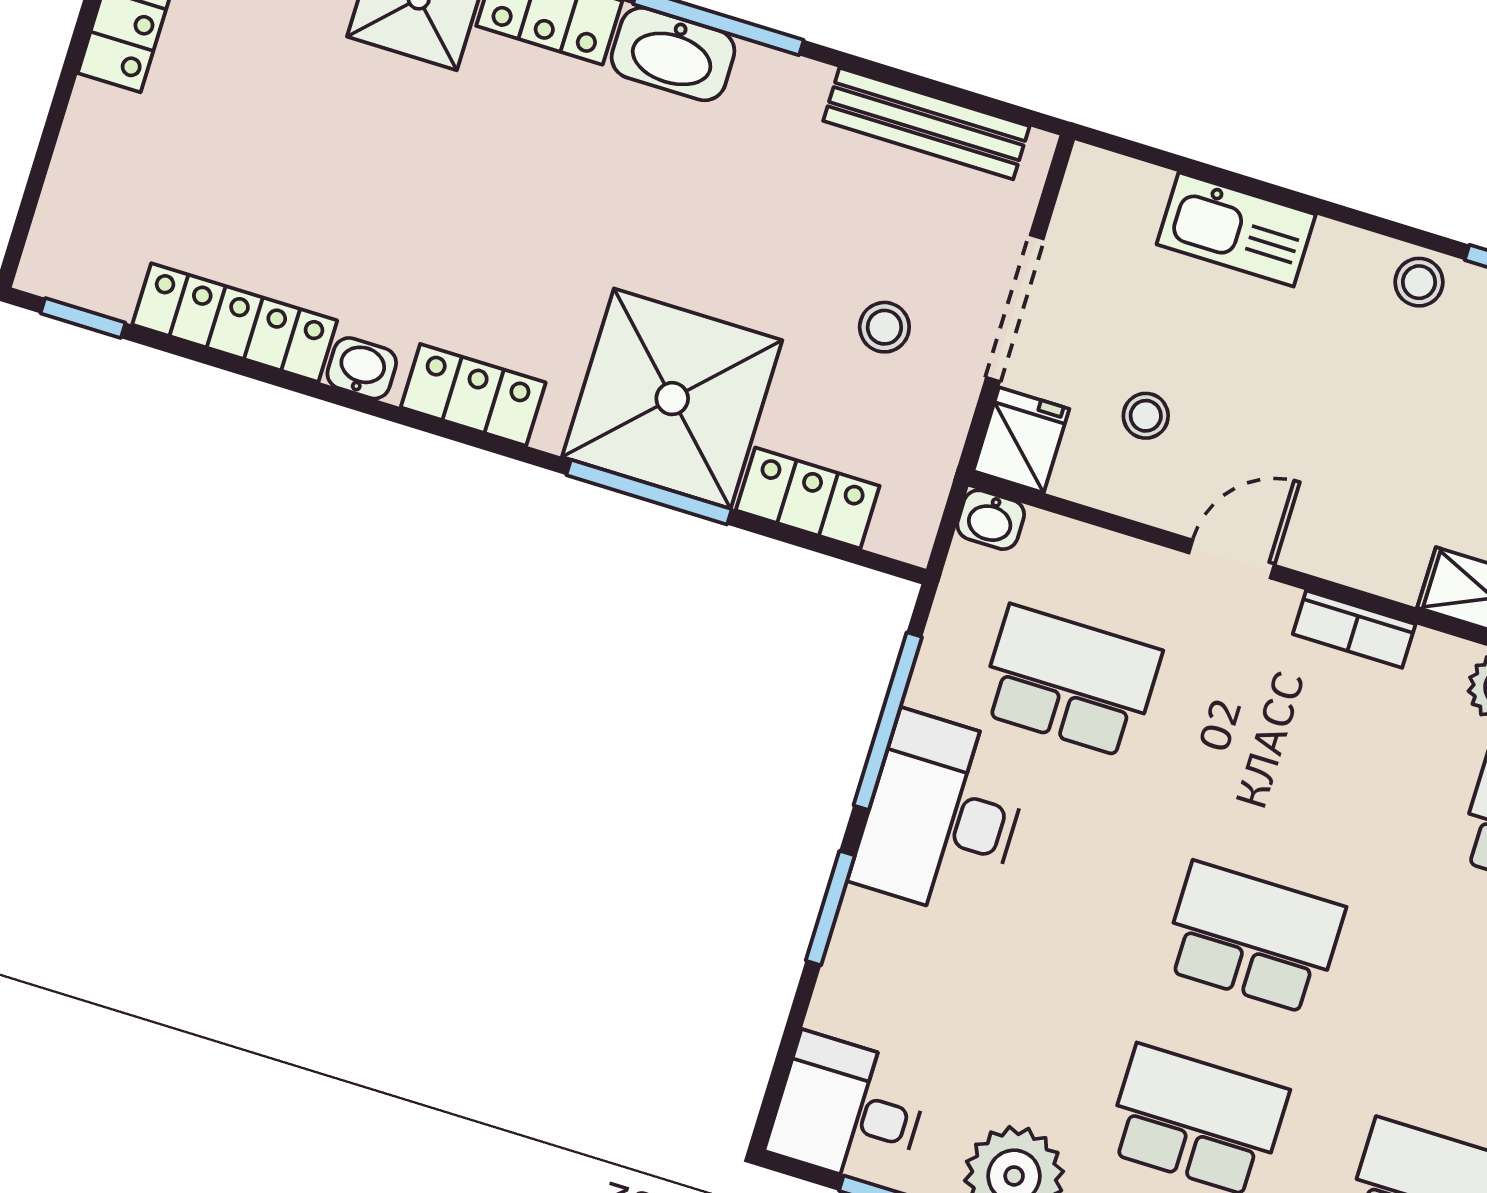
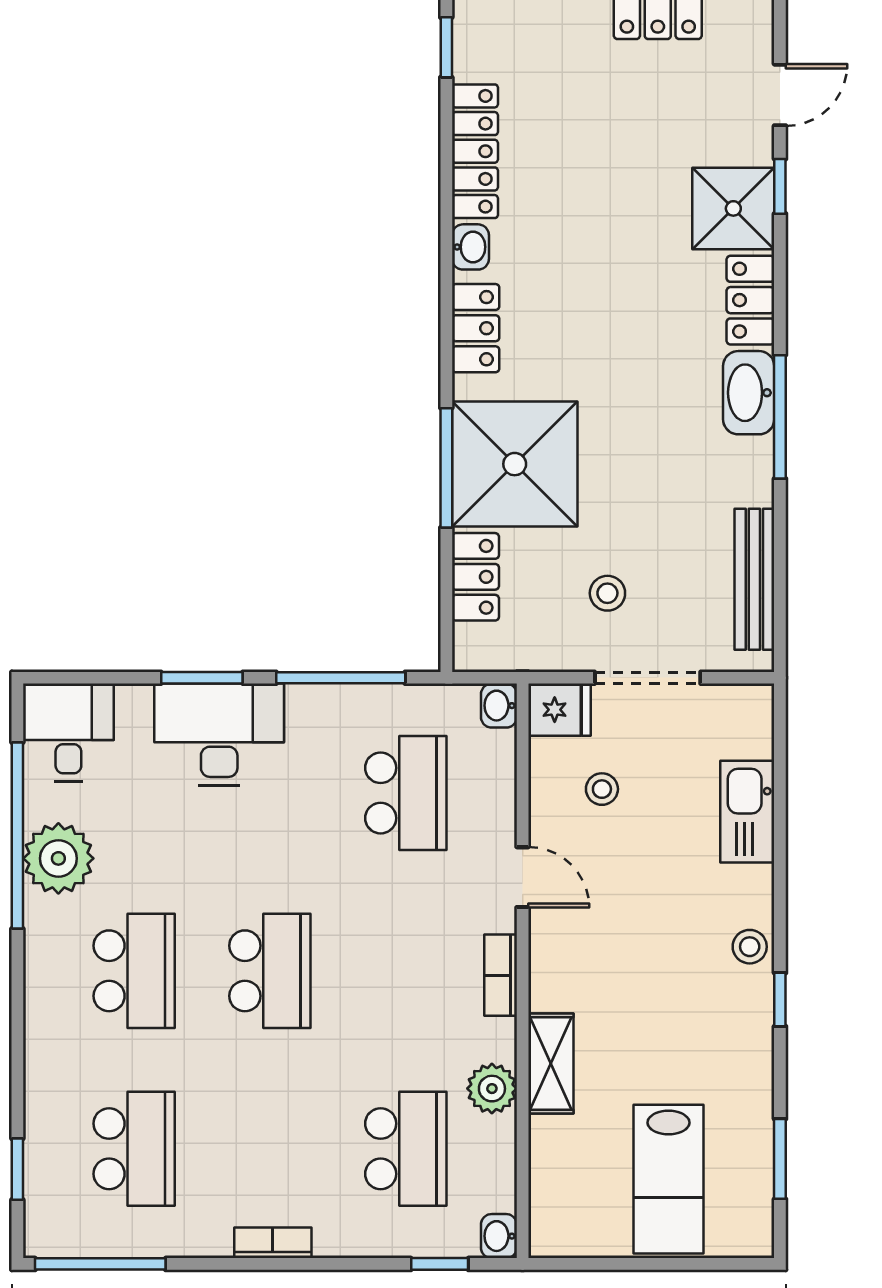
desk: (942, 815) -> (219, 734), moved

